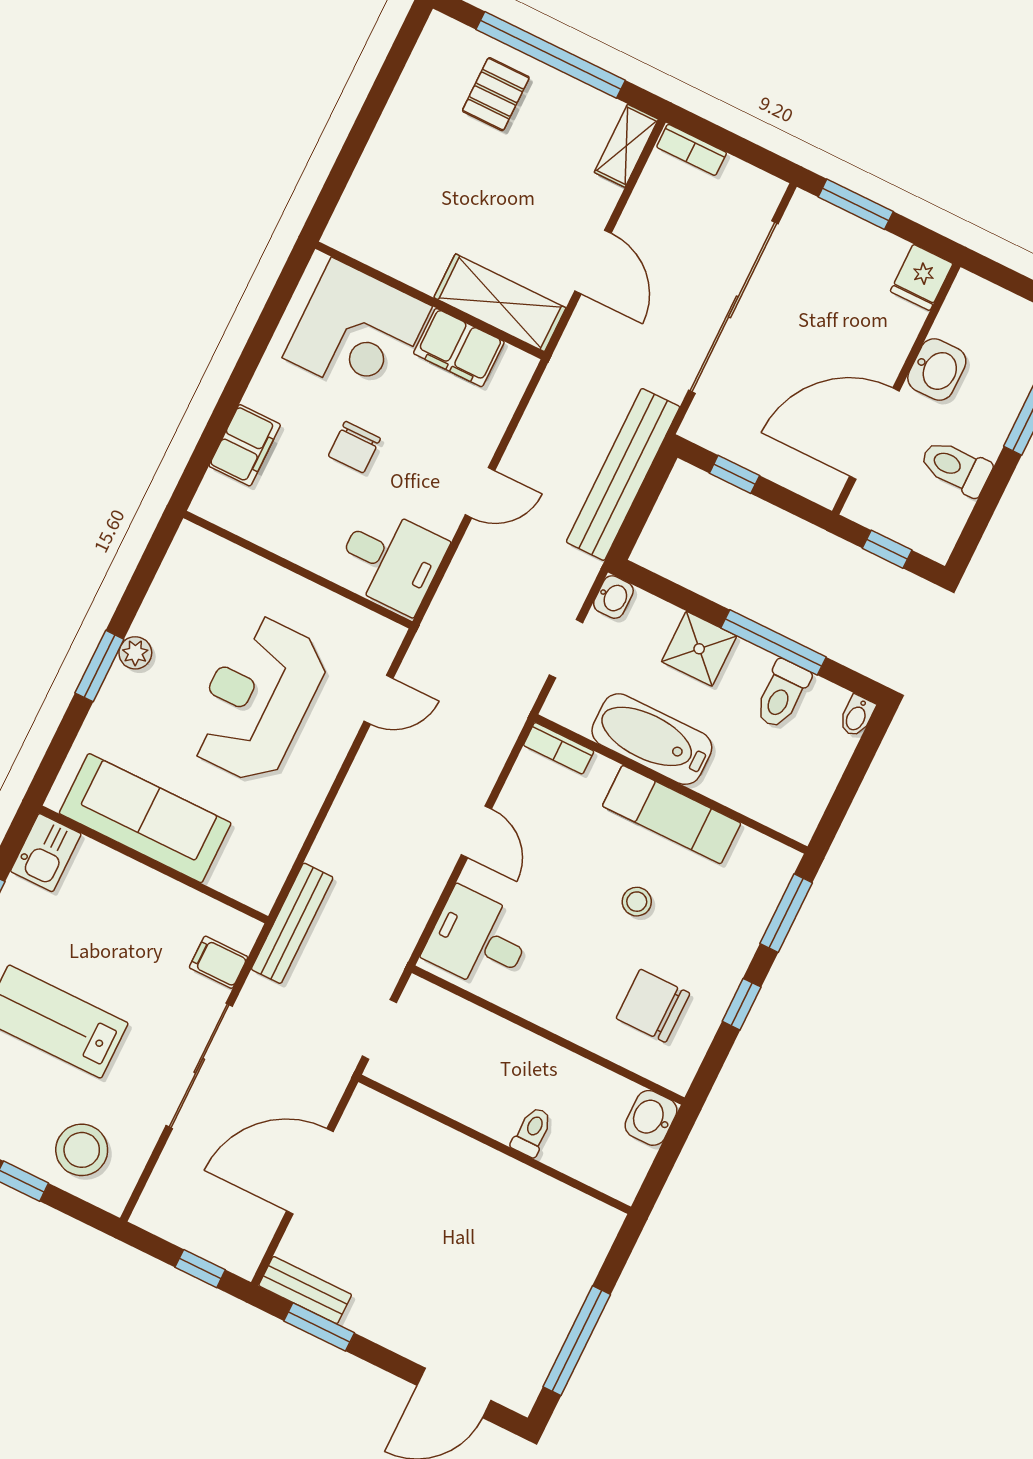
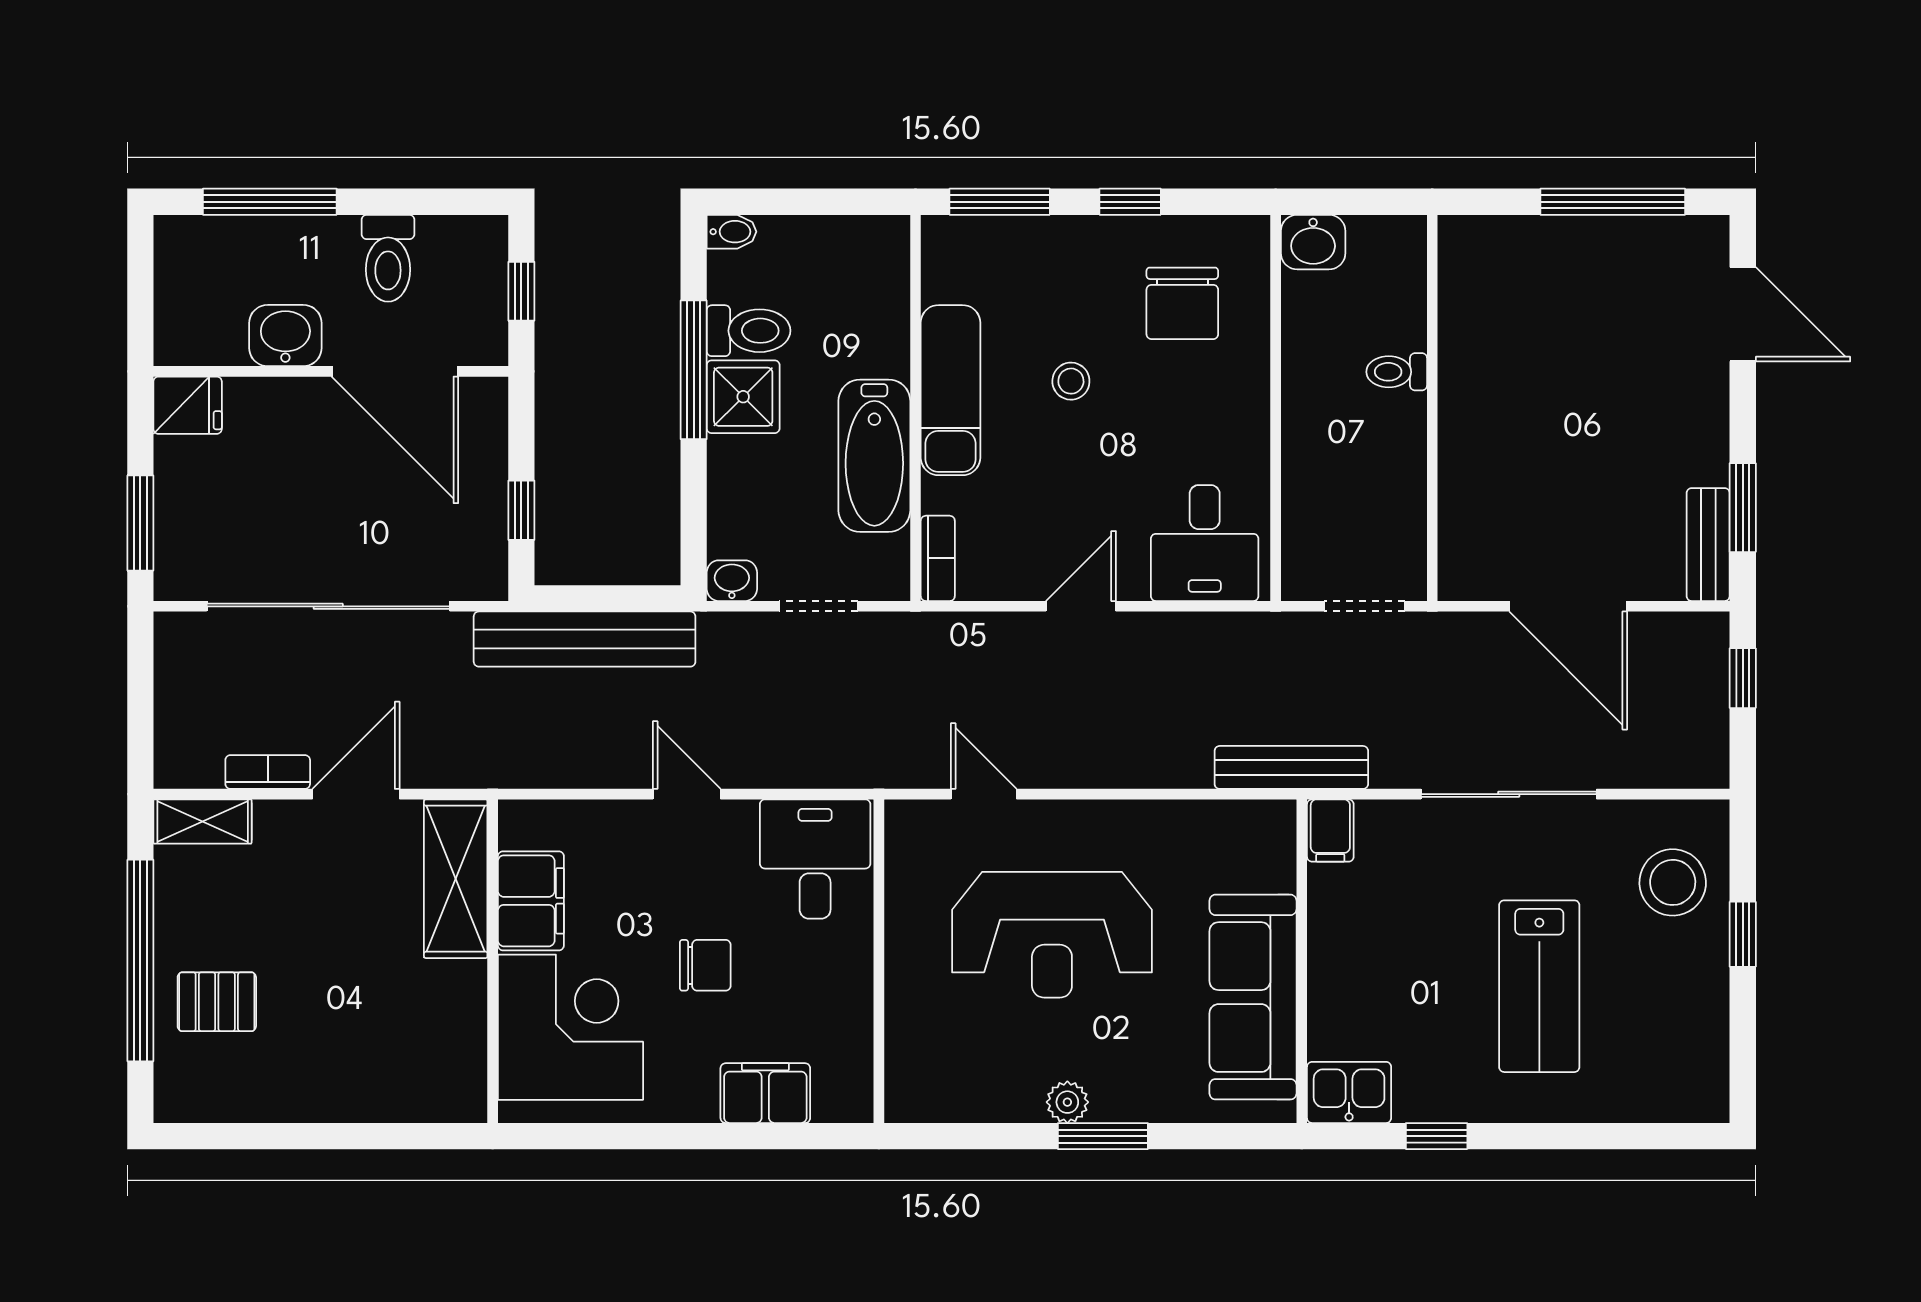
bookcase: (692, 150) -> (268, 772), moved, turned -90
shower: (699, 649) -> (743, 397), moved
filing cabinet: (219, 962) -> (1330, 831), moved

